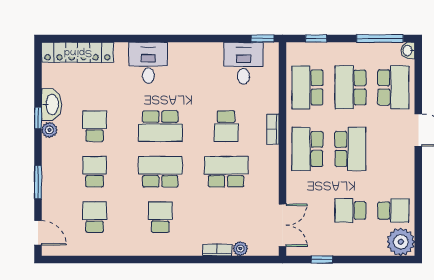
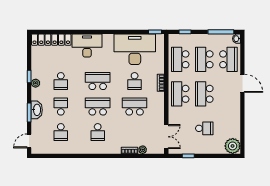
desk: (148, 63) -> (87, 46), width x1.37
desk: (243, 63) -> (135, 49), width x1.87, depth x1.30
washbasin: (52, 105) -> (37, 110), moved
school desk: (95, 126) -> (61, 81), turned 180
school desk: (160, 126) -> (98, 81), turned 180
school desk: (350, 149) -> (204, 94), turned 180
school desk: (350, 210) -> (204, 128), turned 180
school desk: (393, 210) -> (228, 128), removed
school desk: (95, 217) -> (61, 132), turned 180
school desk: (160, 217) -> (98, 132), turned 180
door: (38, 233) -> (29, 141), swing flipped

